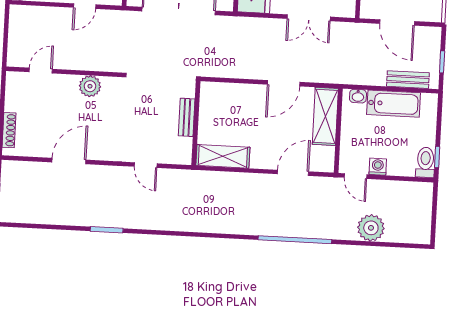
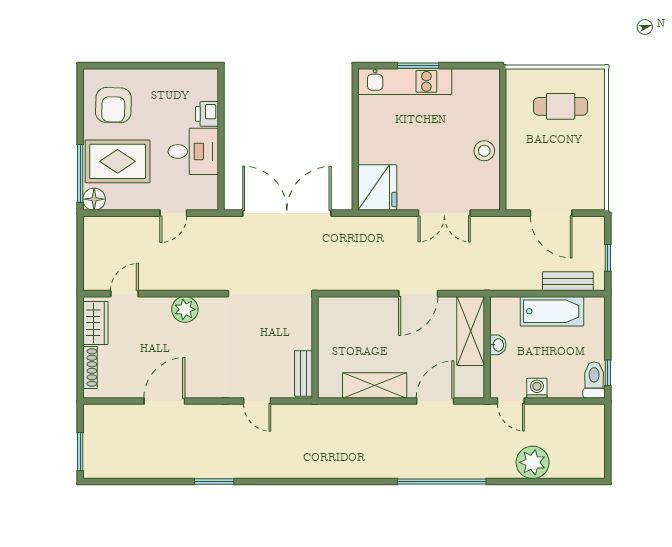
wardrobe: (15, 94) -> (95, 323), added
washbasin: (358, 96) -> (498, 345), moved, turned -90
bench: (187, 117) -> (304, 374), moved
shelving: (223, 156) -> (375, 386), moved

